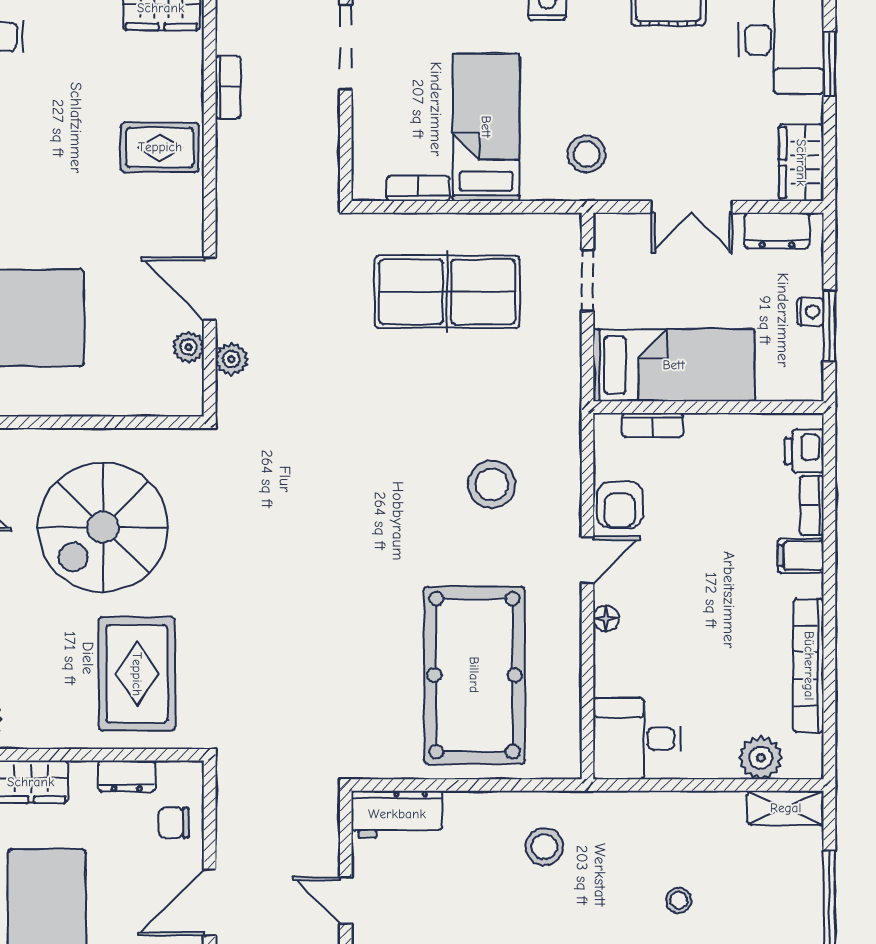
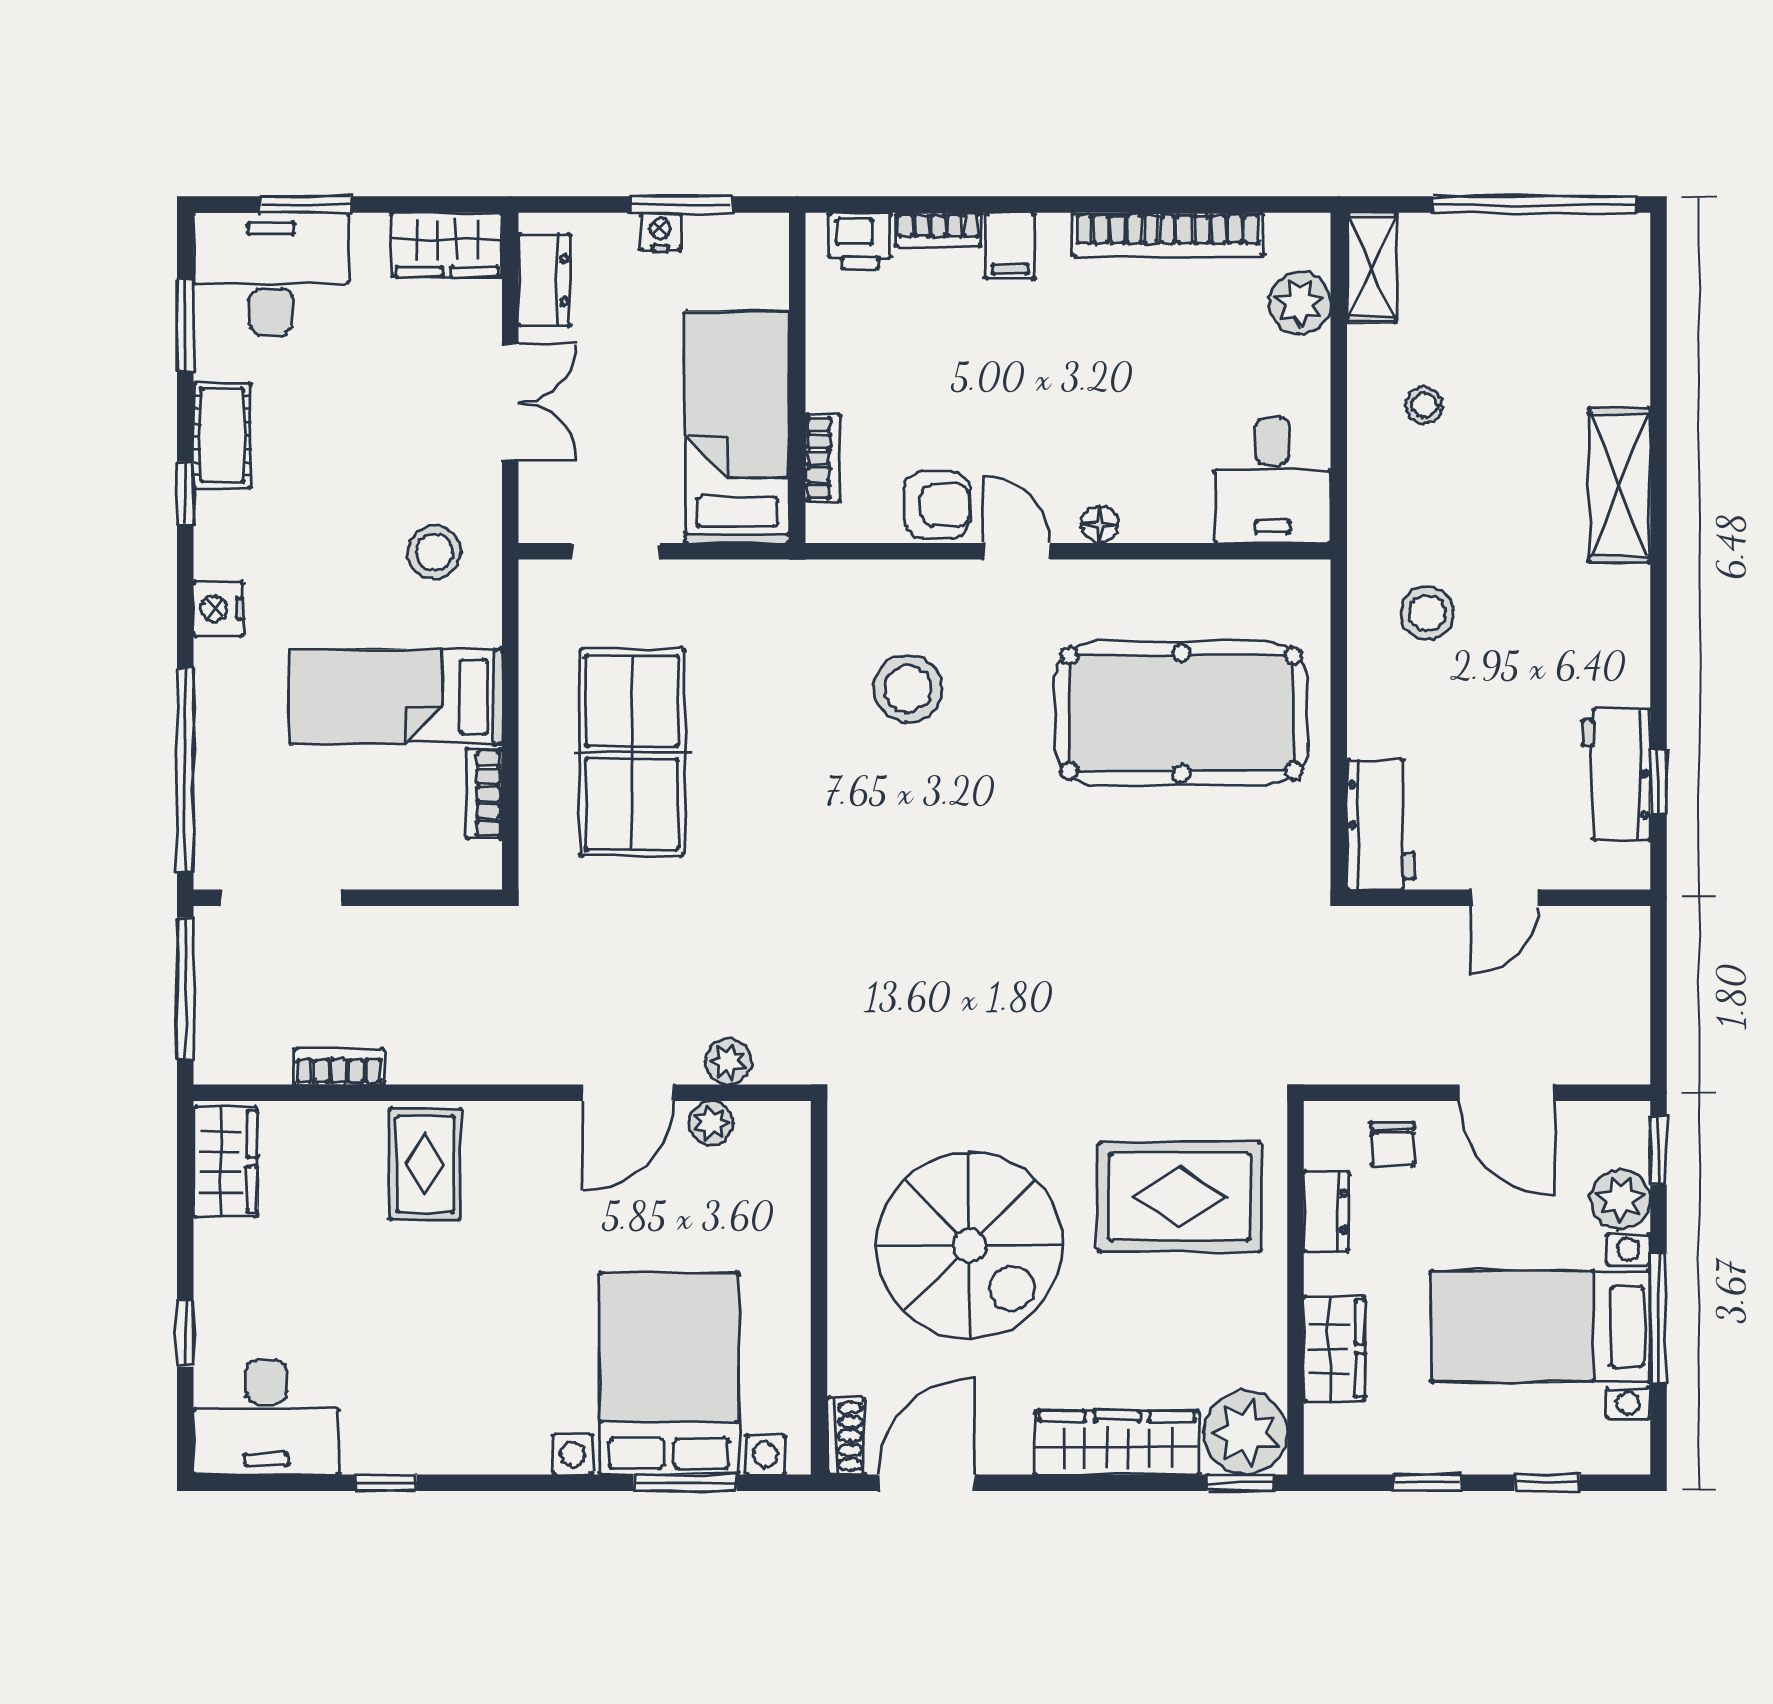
stool: (679, 900) -> (1424, 405), moved

